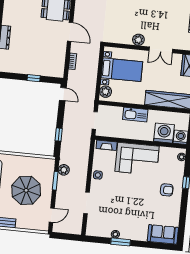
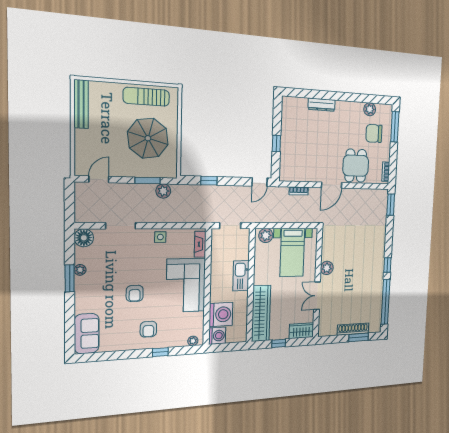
parasol: (26, 190) -> (148, 138), moved
armchair: (138, 198) -> (135, 293), added
door: (52, 215) -> (99, 179), swing flipped
floor lamp: (93, 229) -> (84, 238), added

